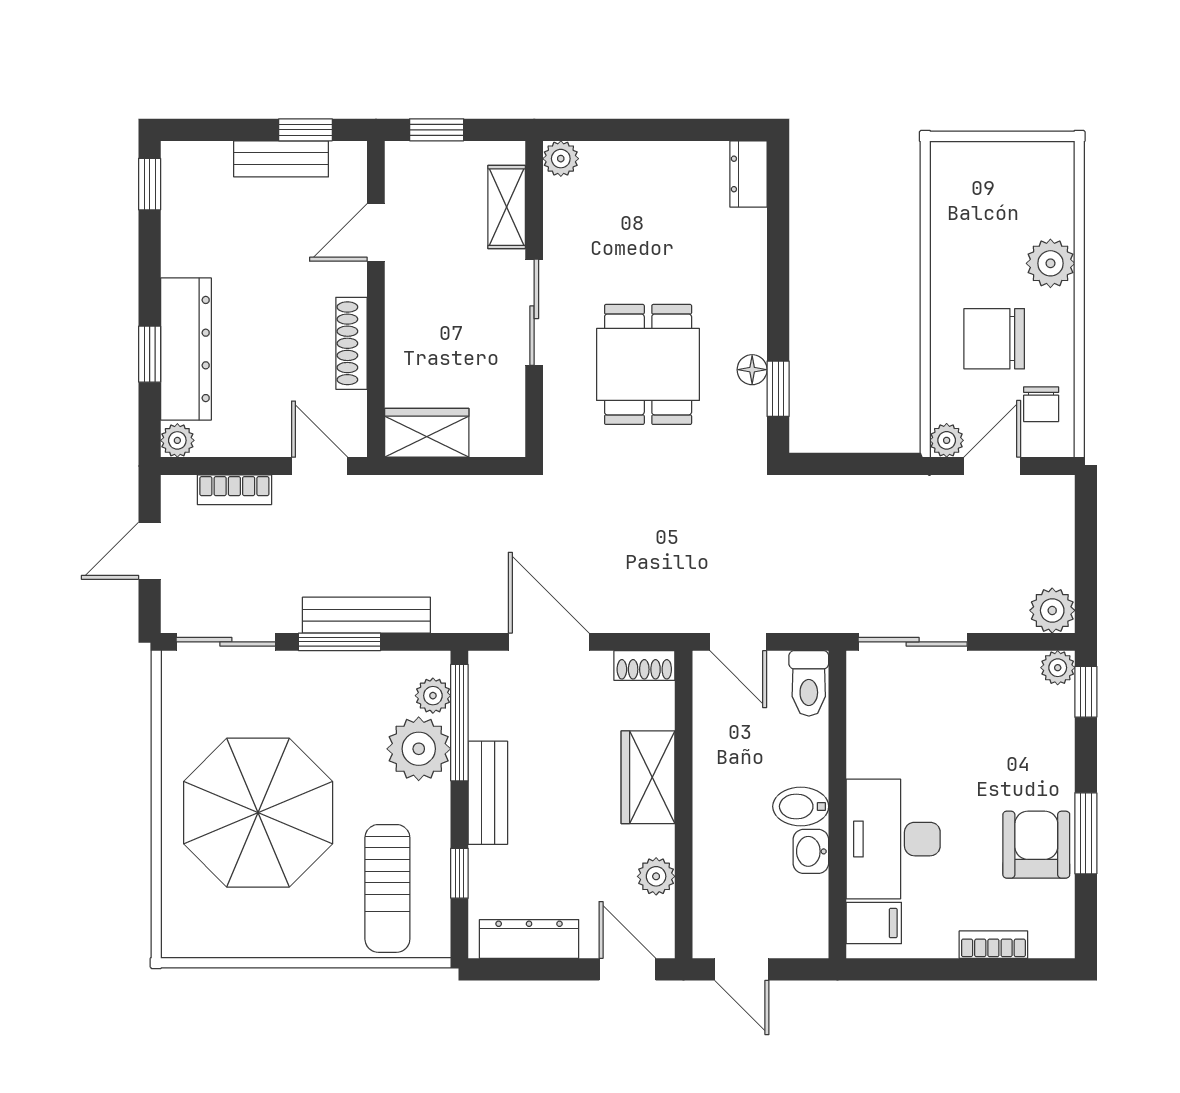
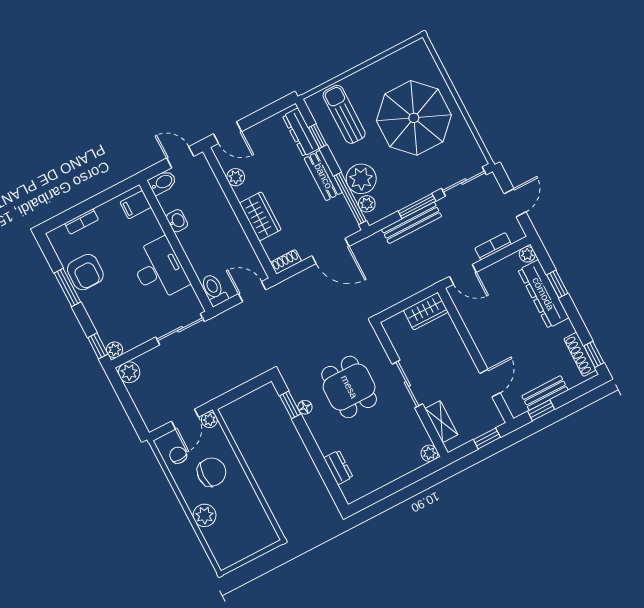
dresser: (748, 174) -> (338, 467), moved
shoe rack: (351, 343) -> (580, 354), moved, turned 180
bidet: (801, 806) -> (162, 182), moved
desk: (893, 839) -> (159, 269), moved
dresser: (529, 939) -> (301, 132), moved, turned 90

